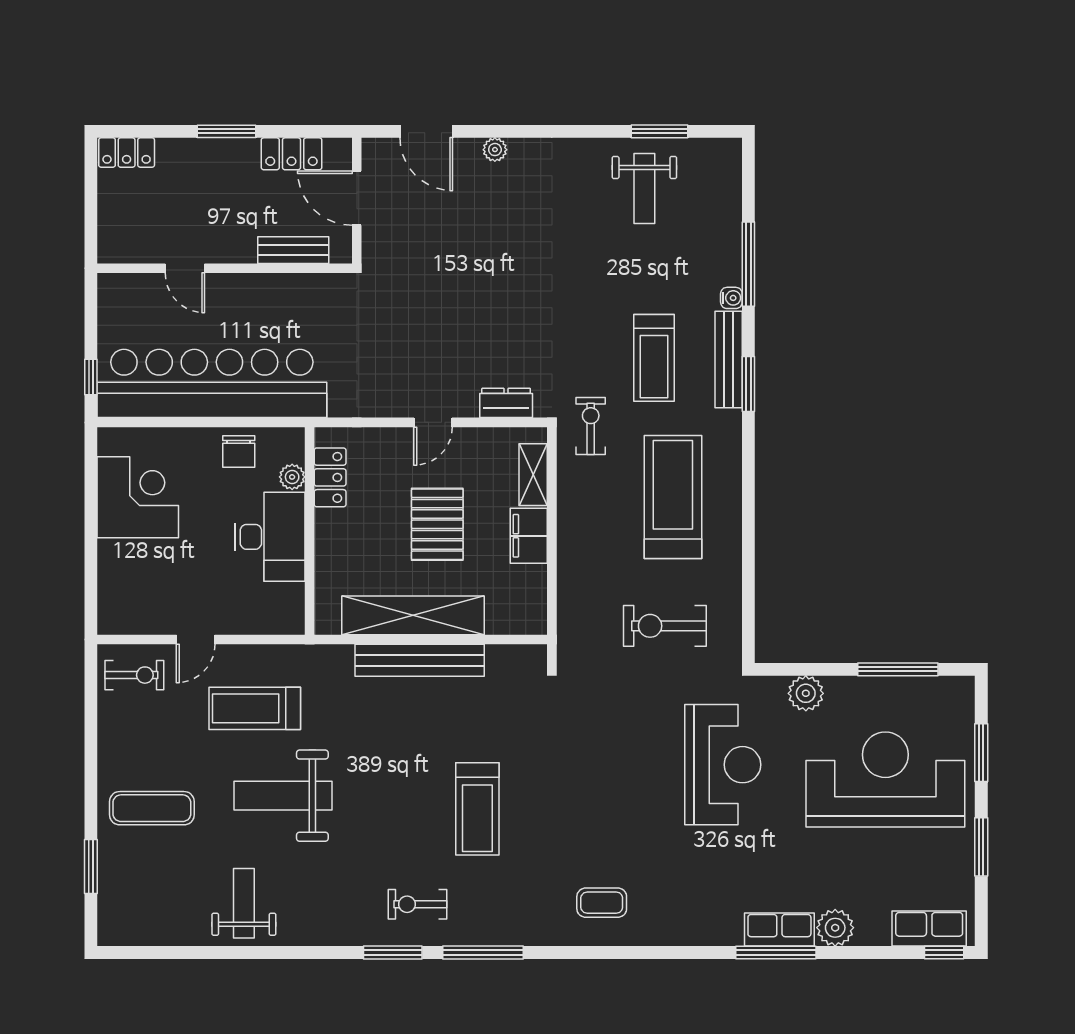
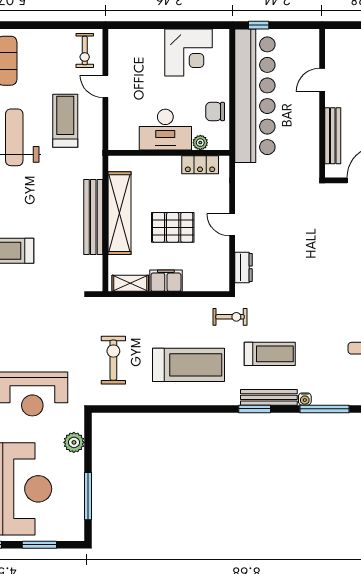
bench: (293, 250) -> (333, 136), width x1.36
treadmill: (654, 358) -> (270, 354), turned 180
shelving: (533, 475) -> (130, 283), moved

